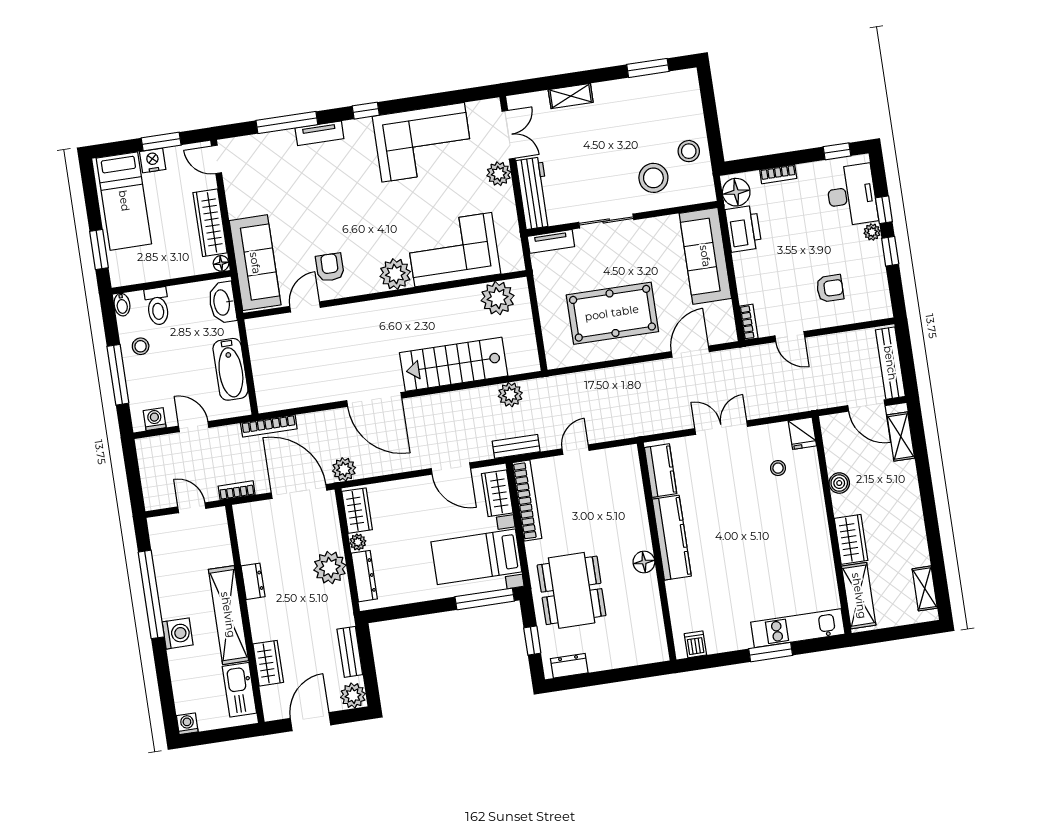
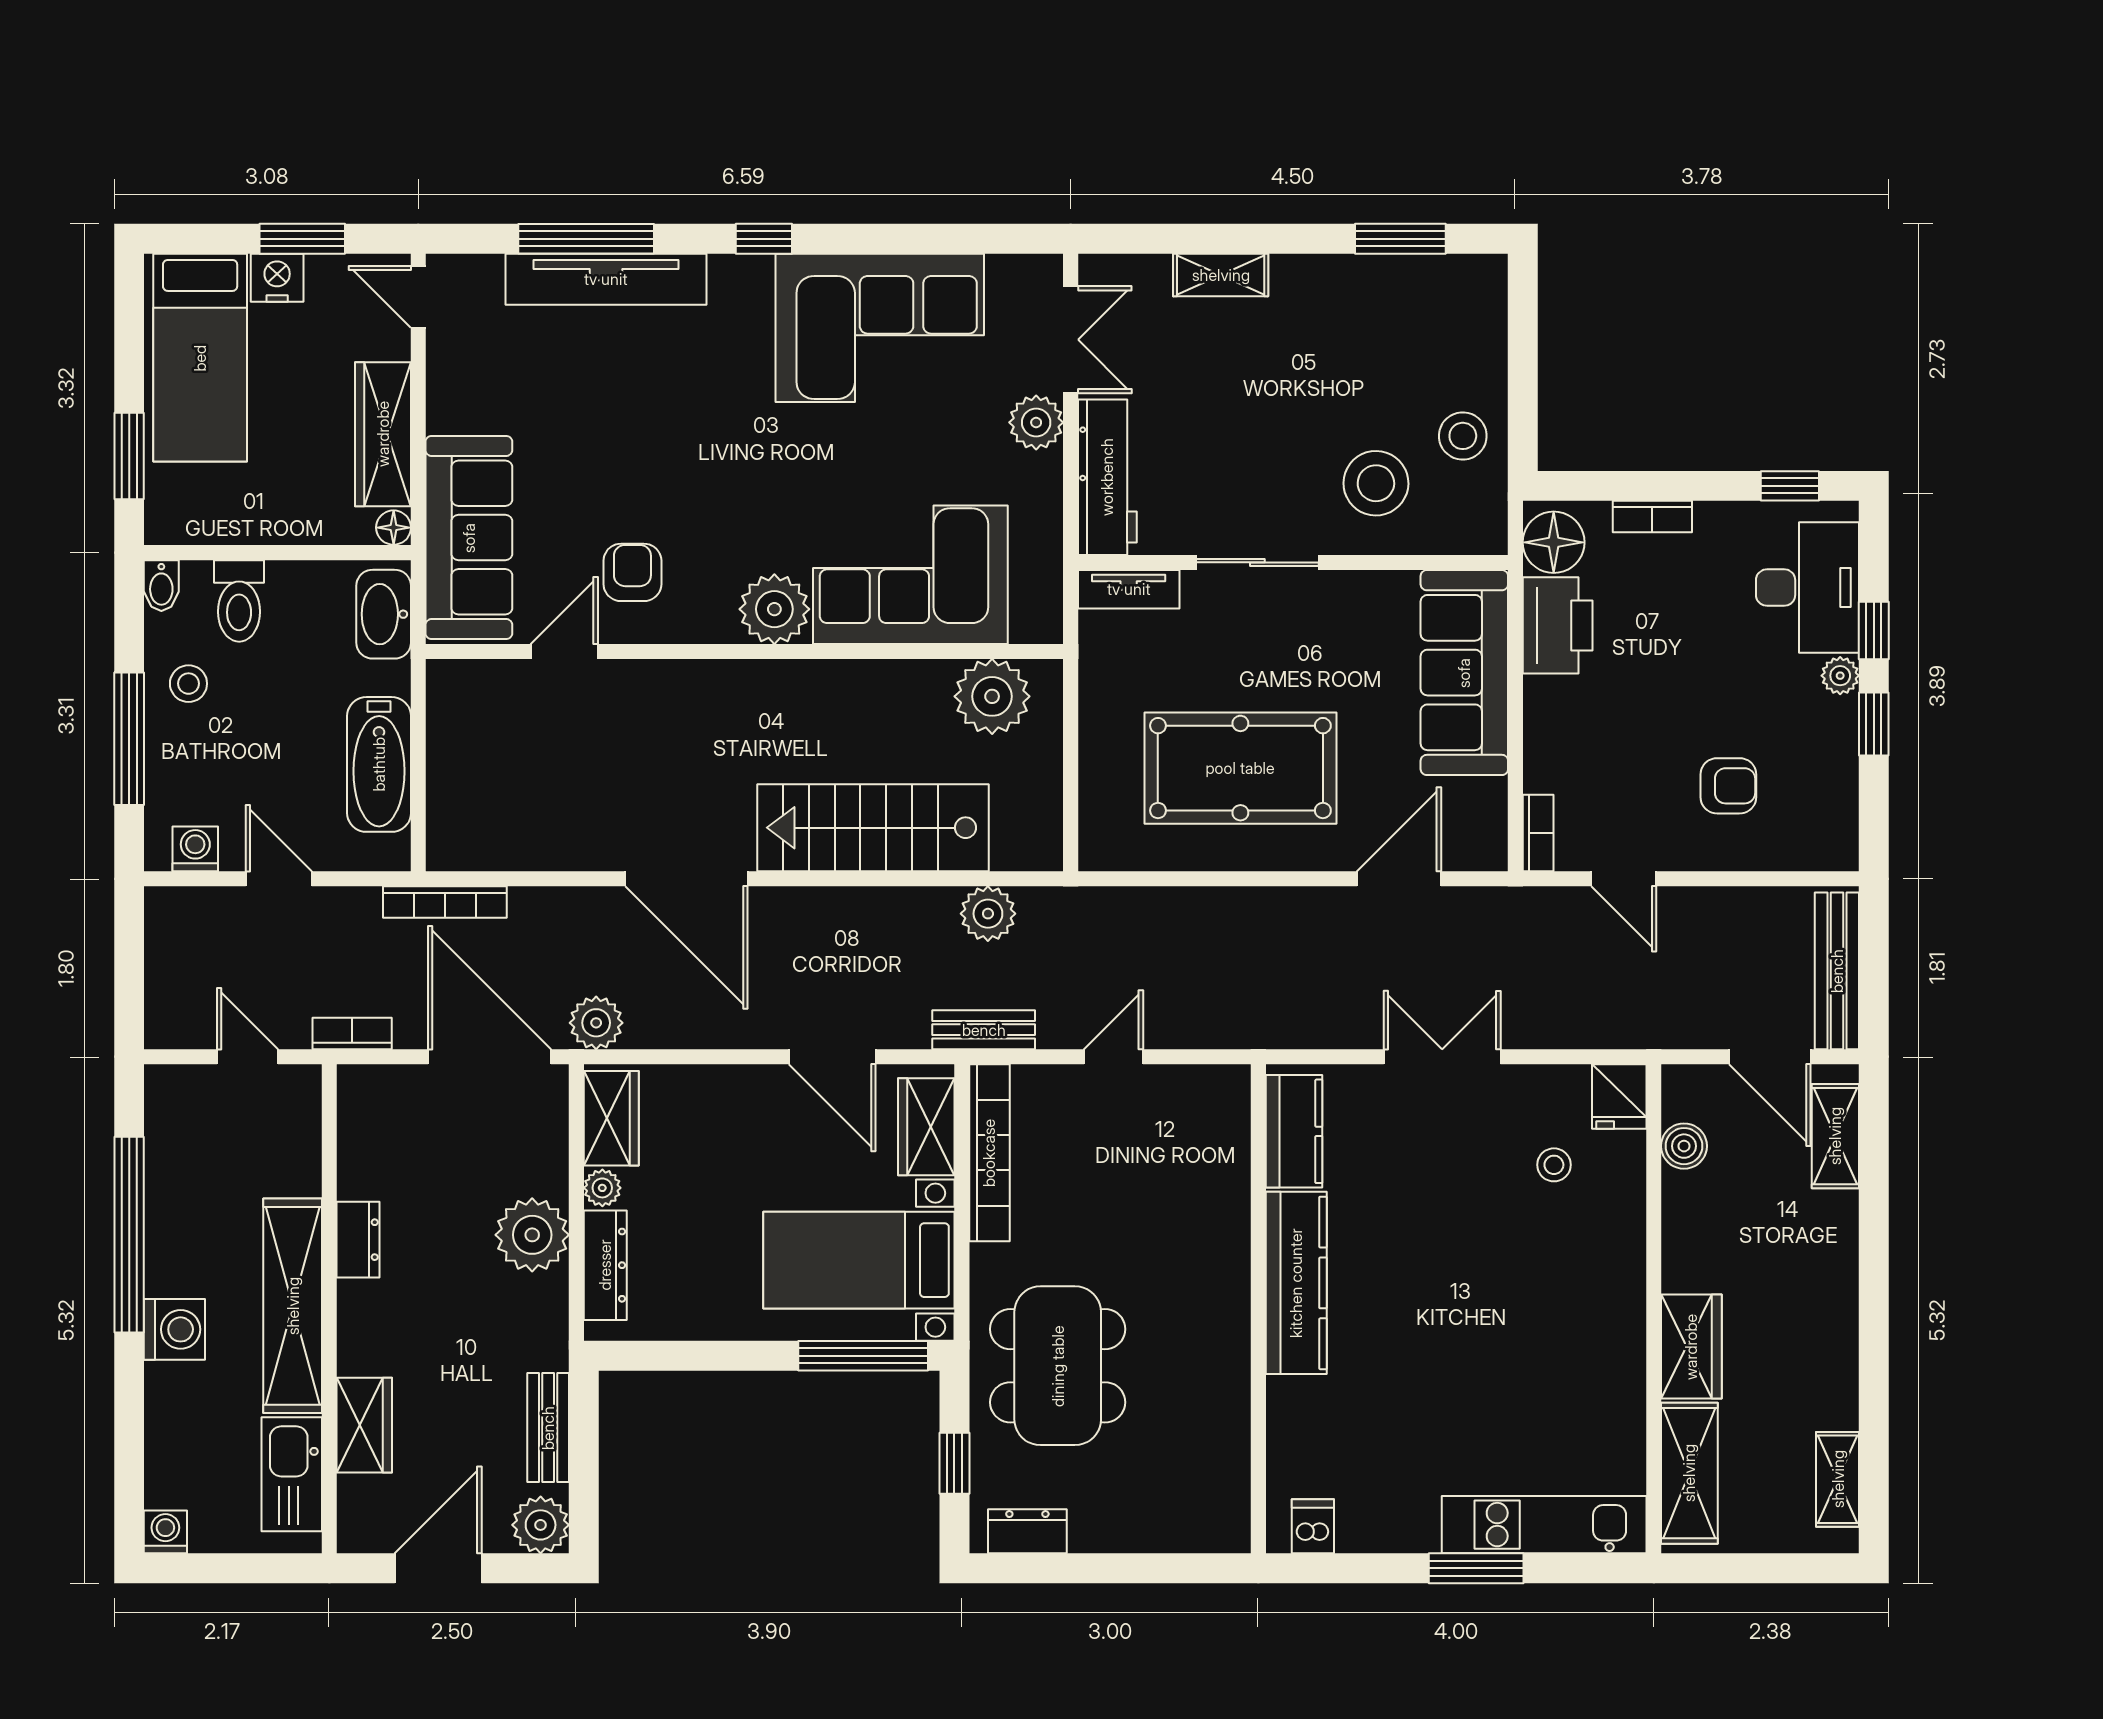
tv unit: (319, 133) -> (606, 279), width x1.92, depth x1.29
boiler: (839, 483) -> (1684, 1146), moved
floor lamp: (644, 562) -> (1227, 1327), removed

